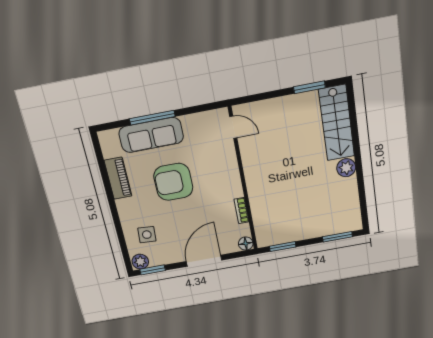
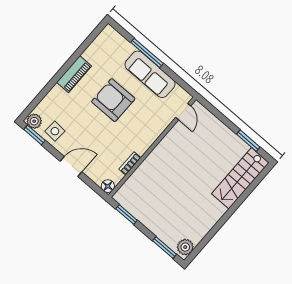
sofa: (151, 135) -> (150, 74), moved
plant: (346, 168) -> (185, 247), moved
piano: (118, 178) -> (74, 74), moved
side table: (147, 235) -> (55, 131), moved
door: (204, 261) -> (71, 167), width x0.73

